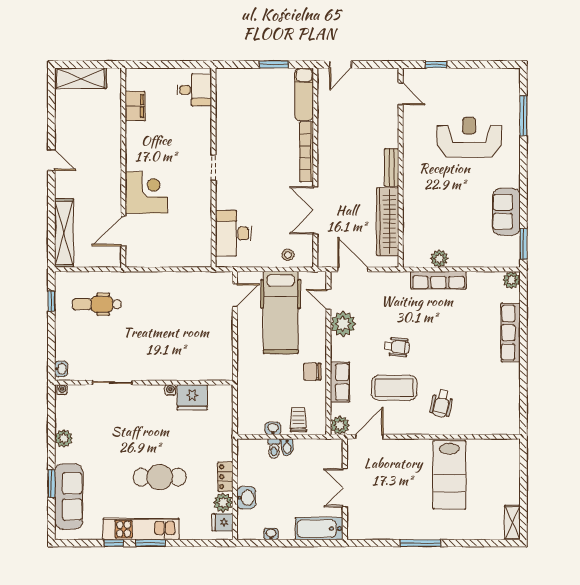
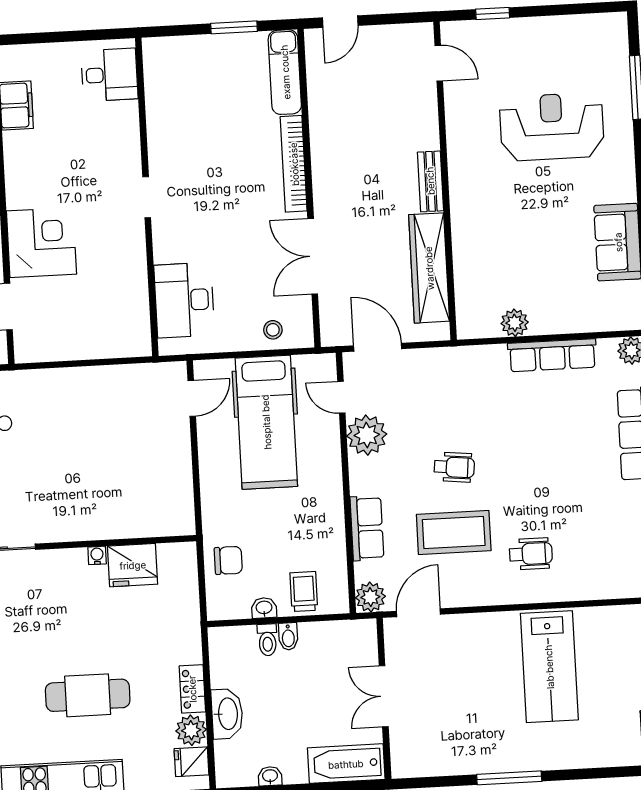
row of seats: (438, 280) -> (552, 355), moved
chair: (312, 372) -> (228, 560), moved, turned 180
wheelchair: (442, 404) -> (531, 554), turned -103
washbasin: (246, 498) -> (227, 714), width x1.38

